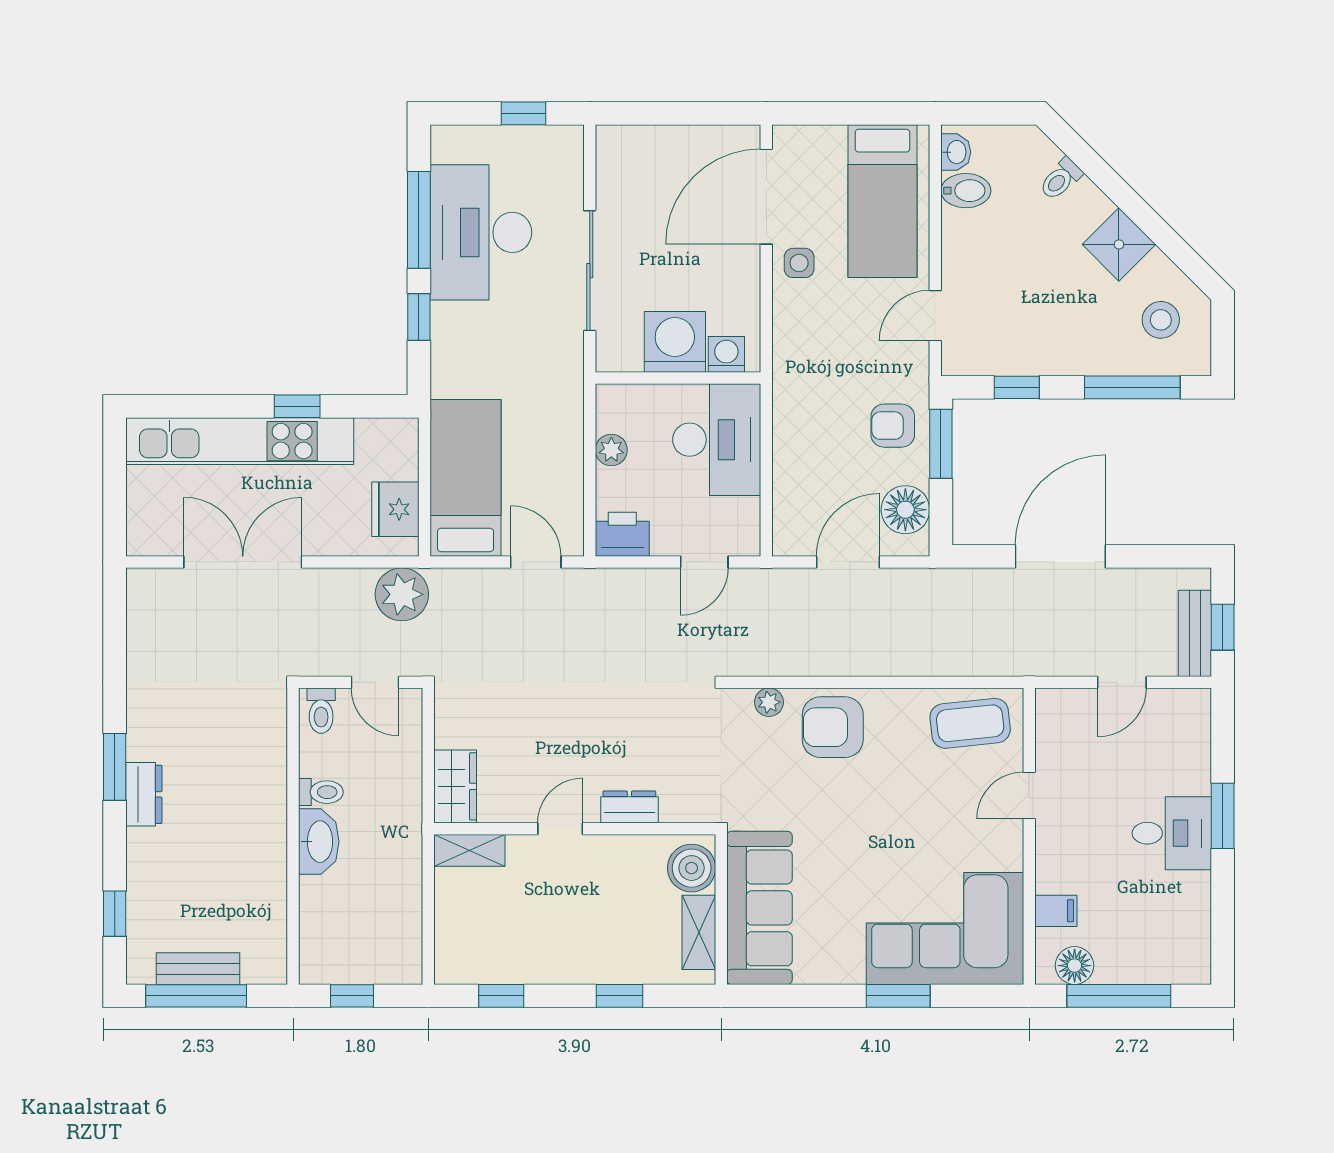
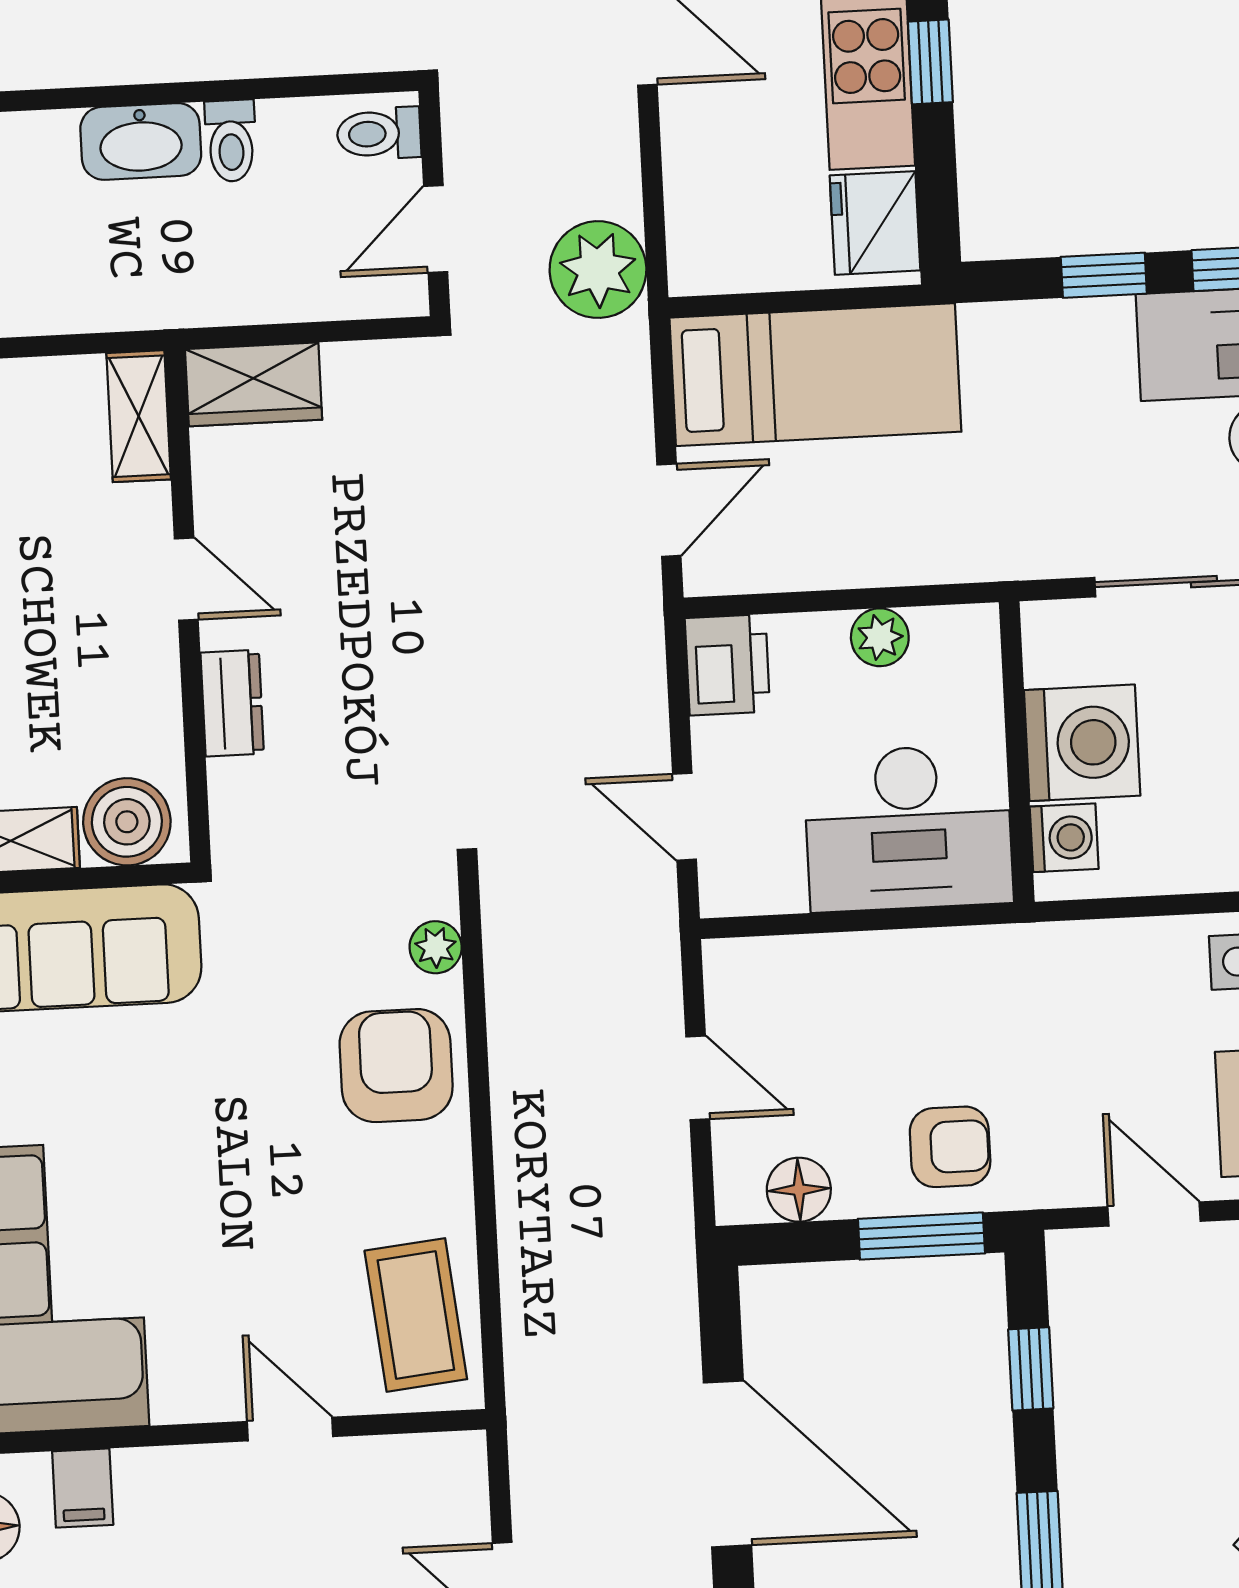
armchair: (893, 426) -> (950, 1147), turned 90
fridge: (395, 509) -> (875, 223), moved, turned -90
floor lamp: (905, 510) -> (799, 1190), width x0.73, depth x0.73
door: (848, 562) -> (698, 1078), width x0.73

